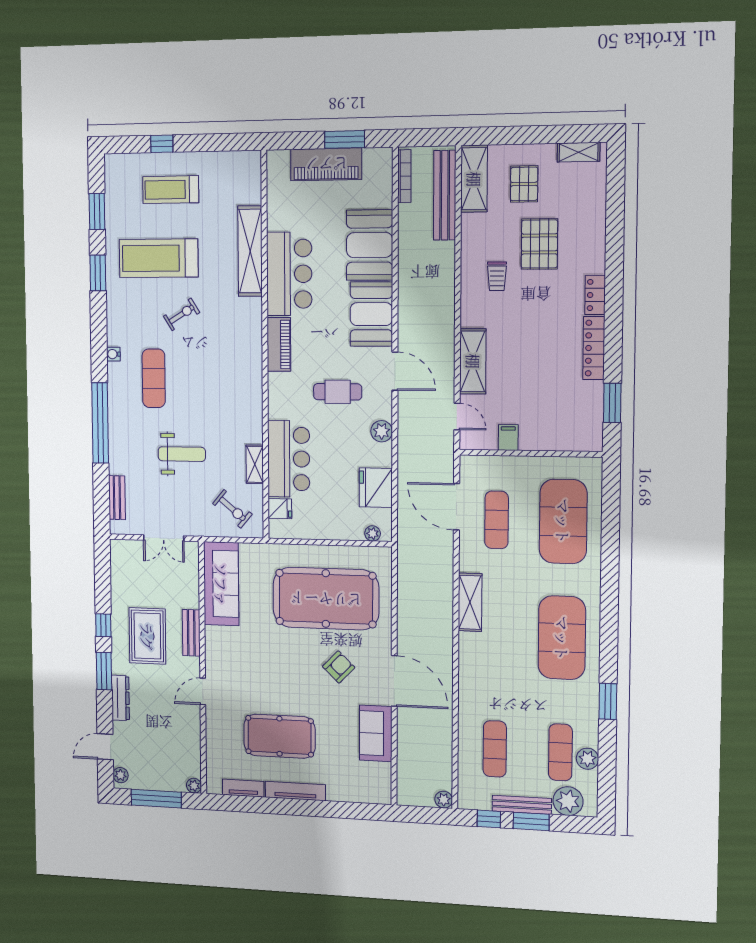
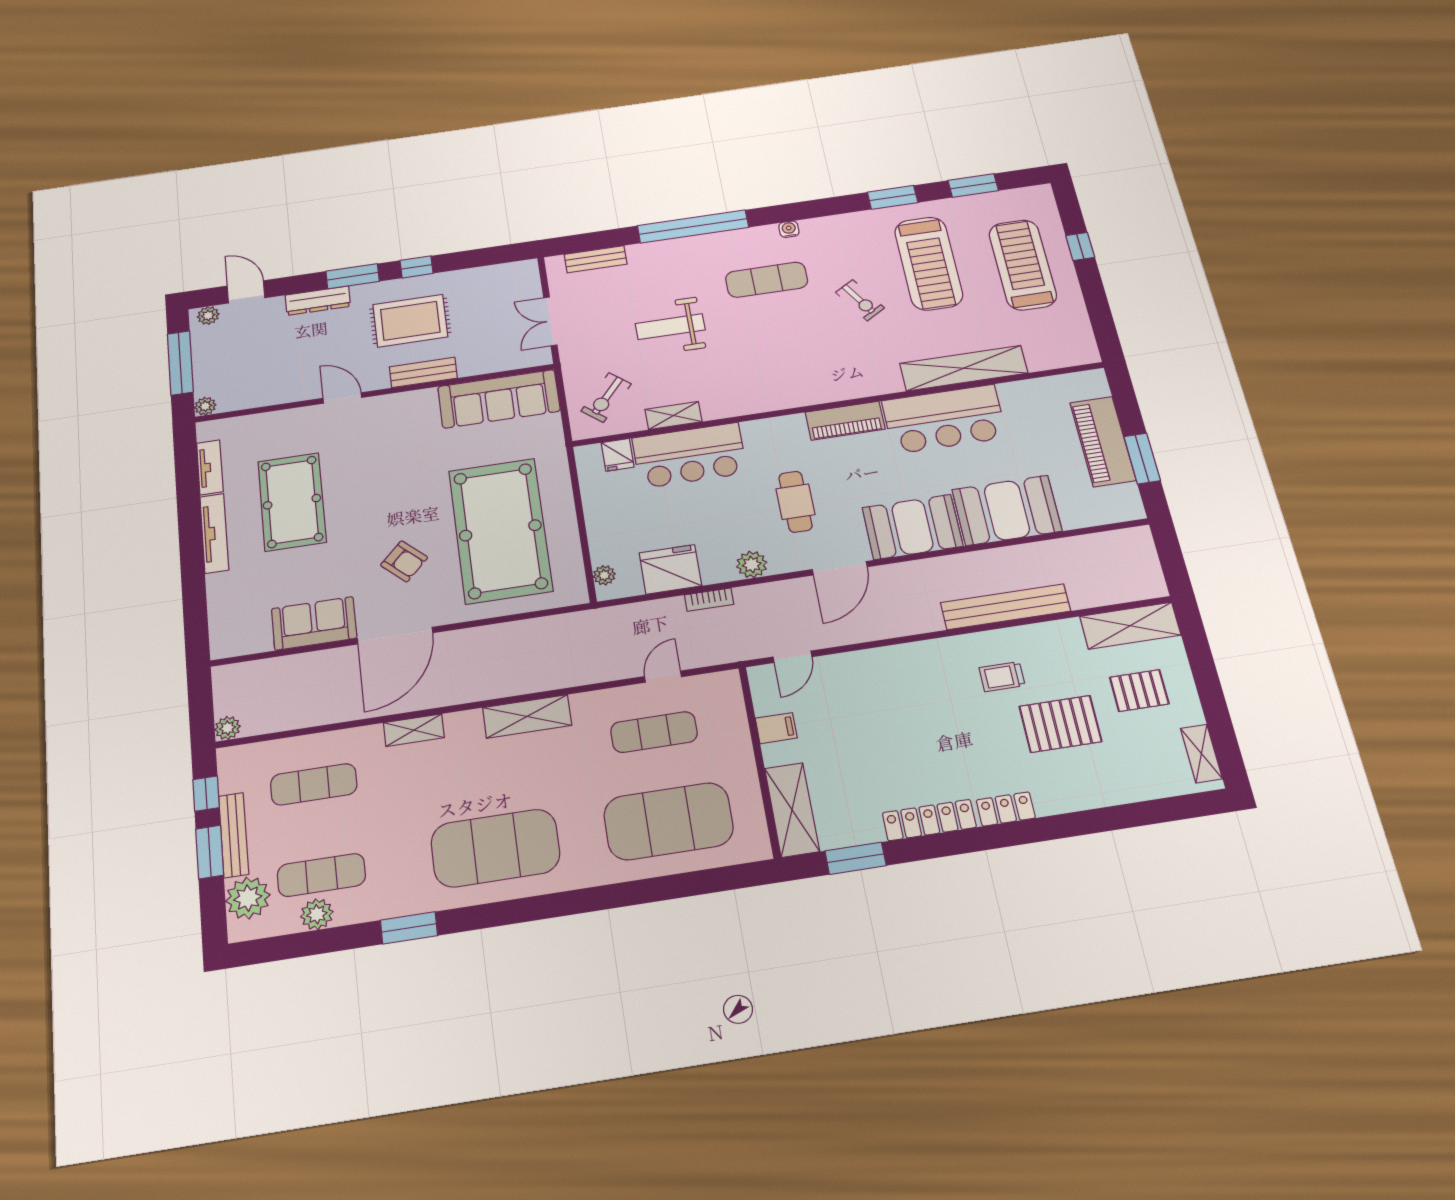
bookcase: (404, 176) -> (709, 600), moved, width x0.64
treadmill: (171, 190) -> (1023, 265), width x1.37, depth x1.38
bench: (445, 195) -> (1005, 607), moved
treadmill: (159, 258) -> (929, 263), turned 180
shelving: (473, 361) -> (792, 810), moved, turned 90
weight bench: (182, 454) -> (670, 327), turned 90
door: (456, 507) -> (663, 677), width x0.53
shelving: (467, 678) -> (414, 730), added

